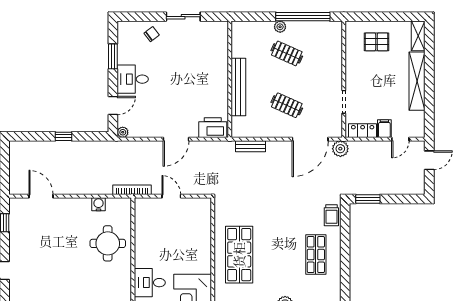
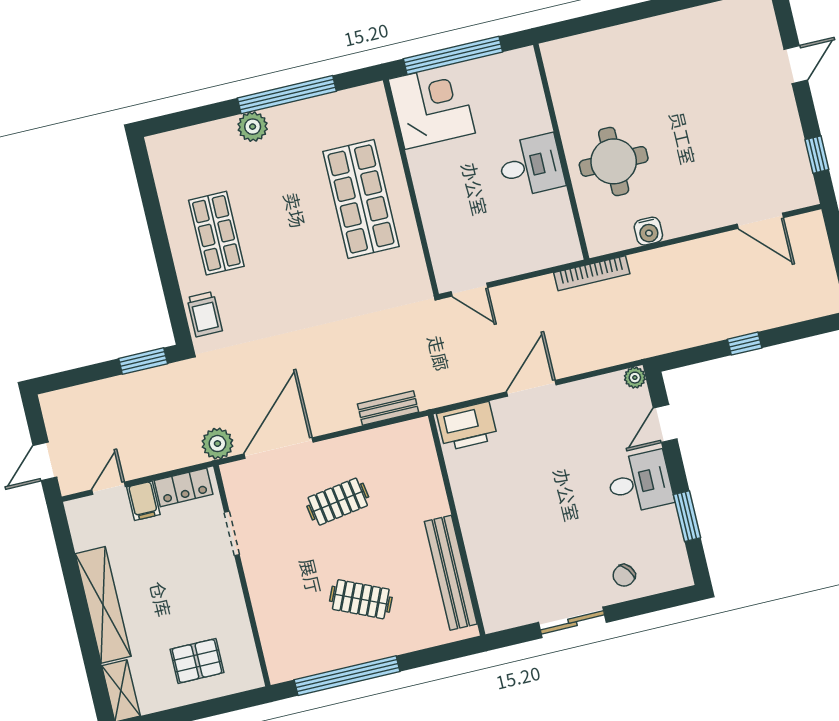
plant: (280, 27) -> (385, 646), removed
bench: (238, 87) -> (451, 573), moved
clothes rail: (287, 105) -> (338, 502), turned -33
door: (171, 196) -> (469, 290), moved
trolley: (331, 215) -> (205, 314), turned 180
desk: (150, 283) -> (531, 166), moved

